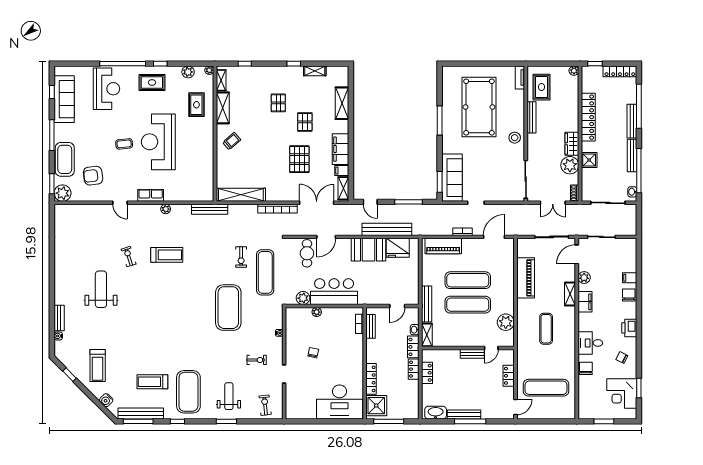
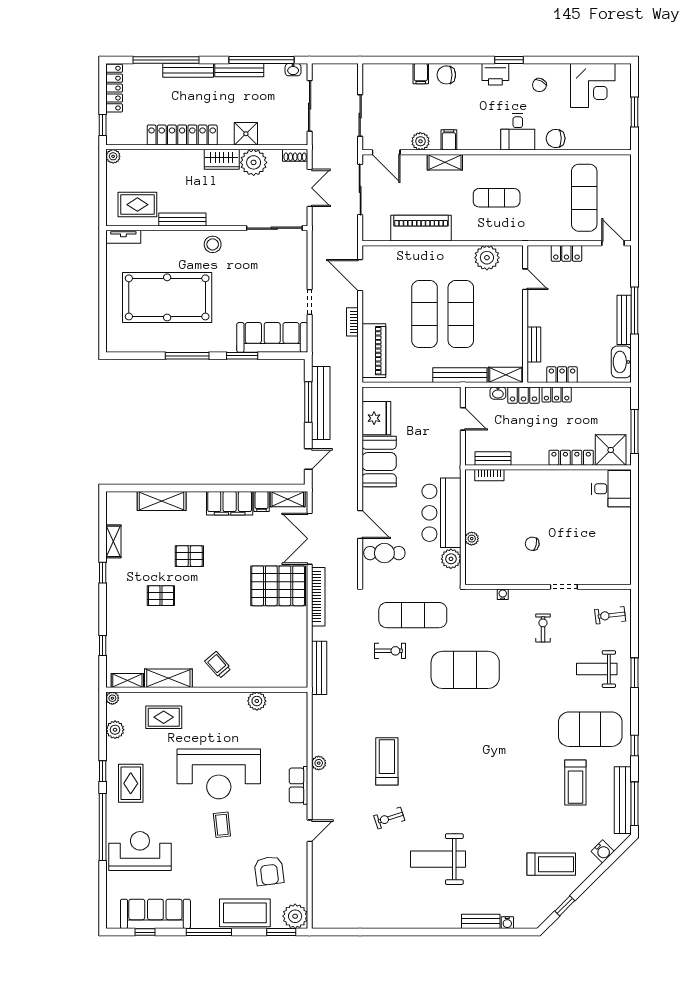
pallet: (299, 159) -> (278, 586), moved, width x1.37, depth x1.41
plant: (207, 167) -> (257, 701), added
window: (440, 182) -> (242, 356), moved
shelving: (241, 195) -> (298, 651), removed
bench: (210, 209) -> (319, 668), moved
bench: (387, 229) -> (321, 403), moved
filing cabinet: (585, 302) -> (449, 140), width x0.50
bench: (472, 354) -> (534, 344), moved
window: (639, 388) -> (509, 60), moved
desk: (340, 402) -> (611, 489), width x0.53, depth x0.77

